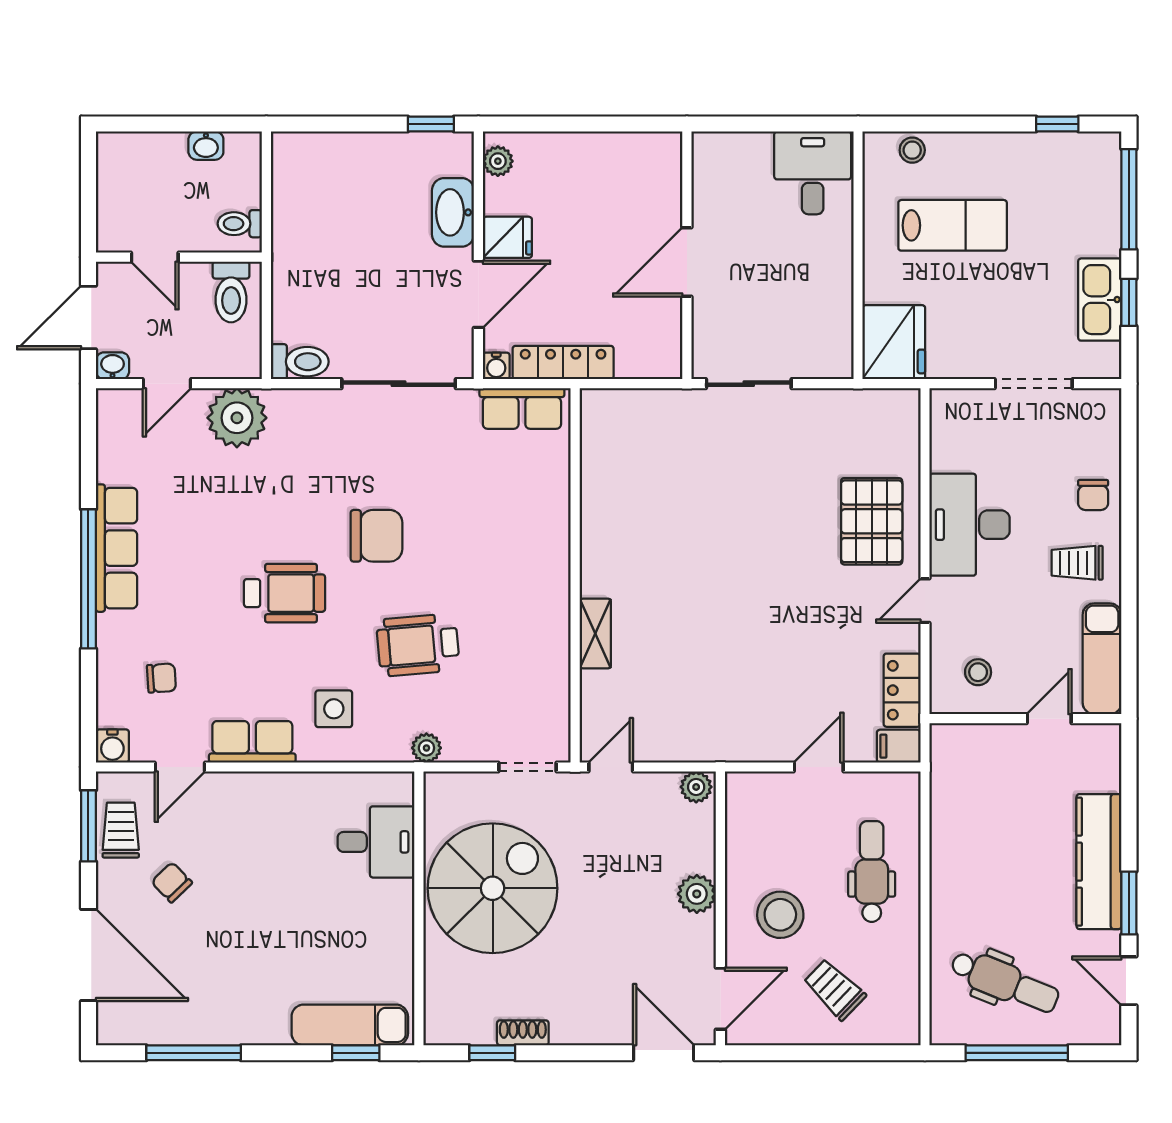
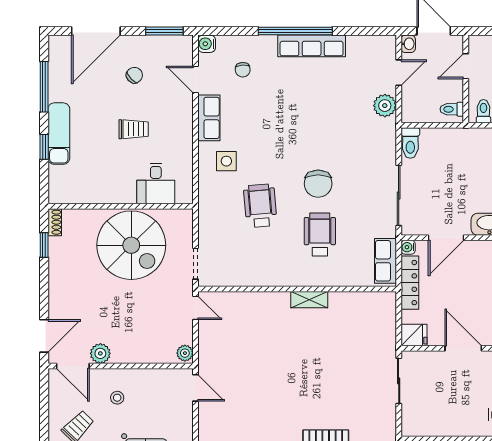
fridge: (507, 237) -> (414, 335), moved, turned -90
toilet: (231, 292) -> (452, 109), width x0.73, depth x0.72
door: (478, 294) -> (446, 238), hinge flipped
door: (167, 384) -> (399, 73), swing flipped
plant: (237, 418) -> (385, 106), width x0.73, depth x0.73
wheelchair: (285, 593) -> (320, 235), moved, turned 180
shelving: (595, 634) -> (309, 300), moved
plant: (426, 748) -> (206, 210), removed
door: (819, 767) -> (196, 388), moved
trolley: (121, 830) -> (134, 129), moved
plant: (697, 894) -> (100, 353), moved
stool: (780, 915) -> (117, 398), width x0.53, depth x0.53
exam couch: (350, 1025) -> (59, 134), moved
shoe rack: (523, 1033) -> (55, 222), moved
window: (356, 1053) -> (44, 147), moved

